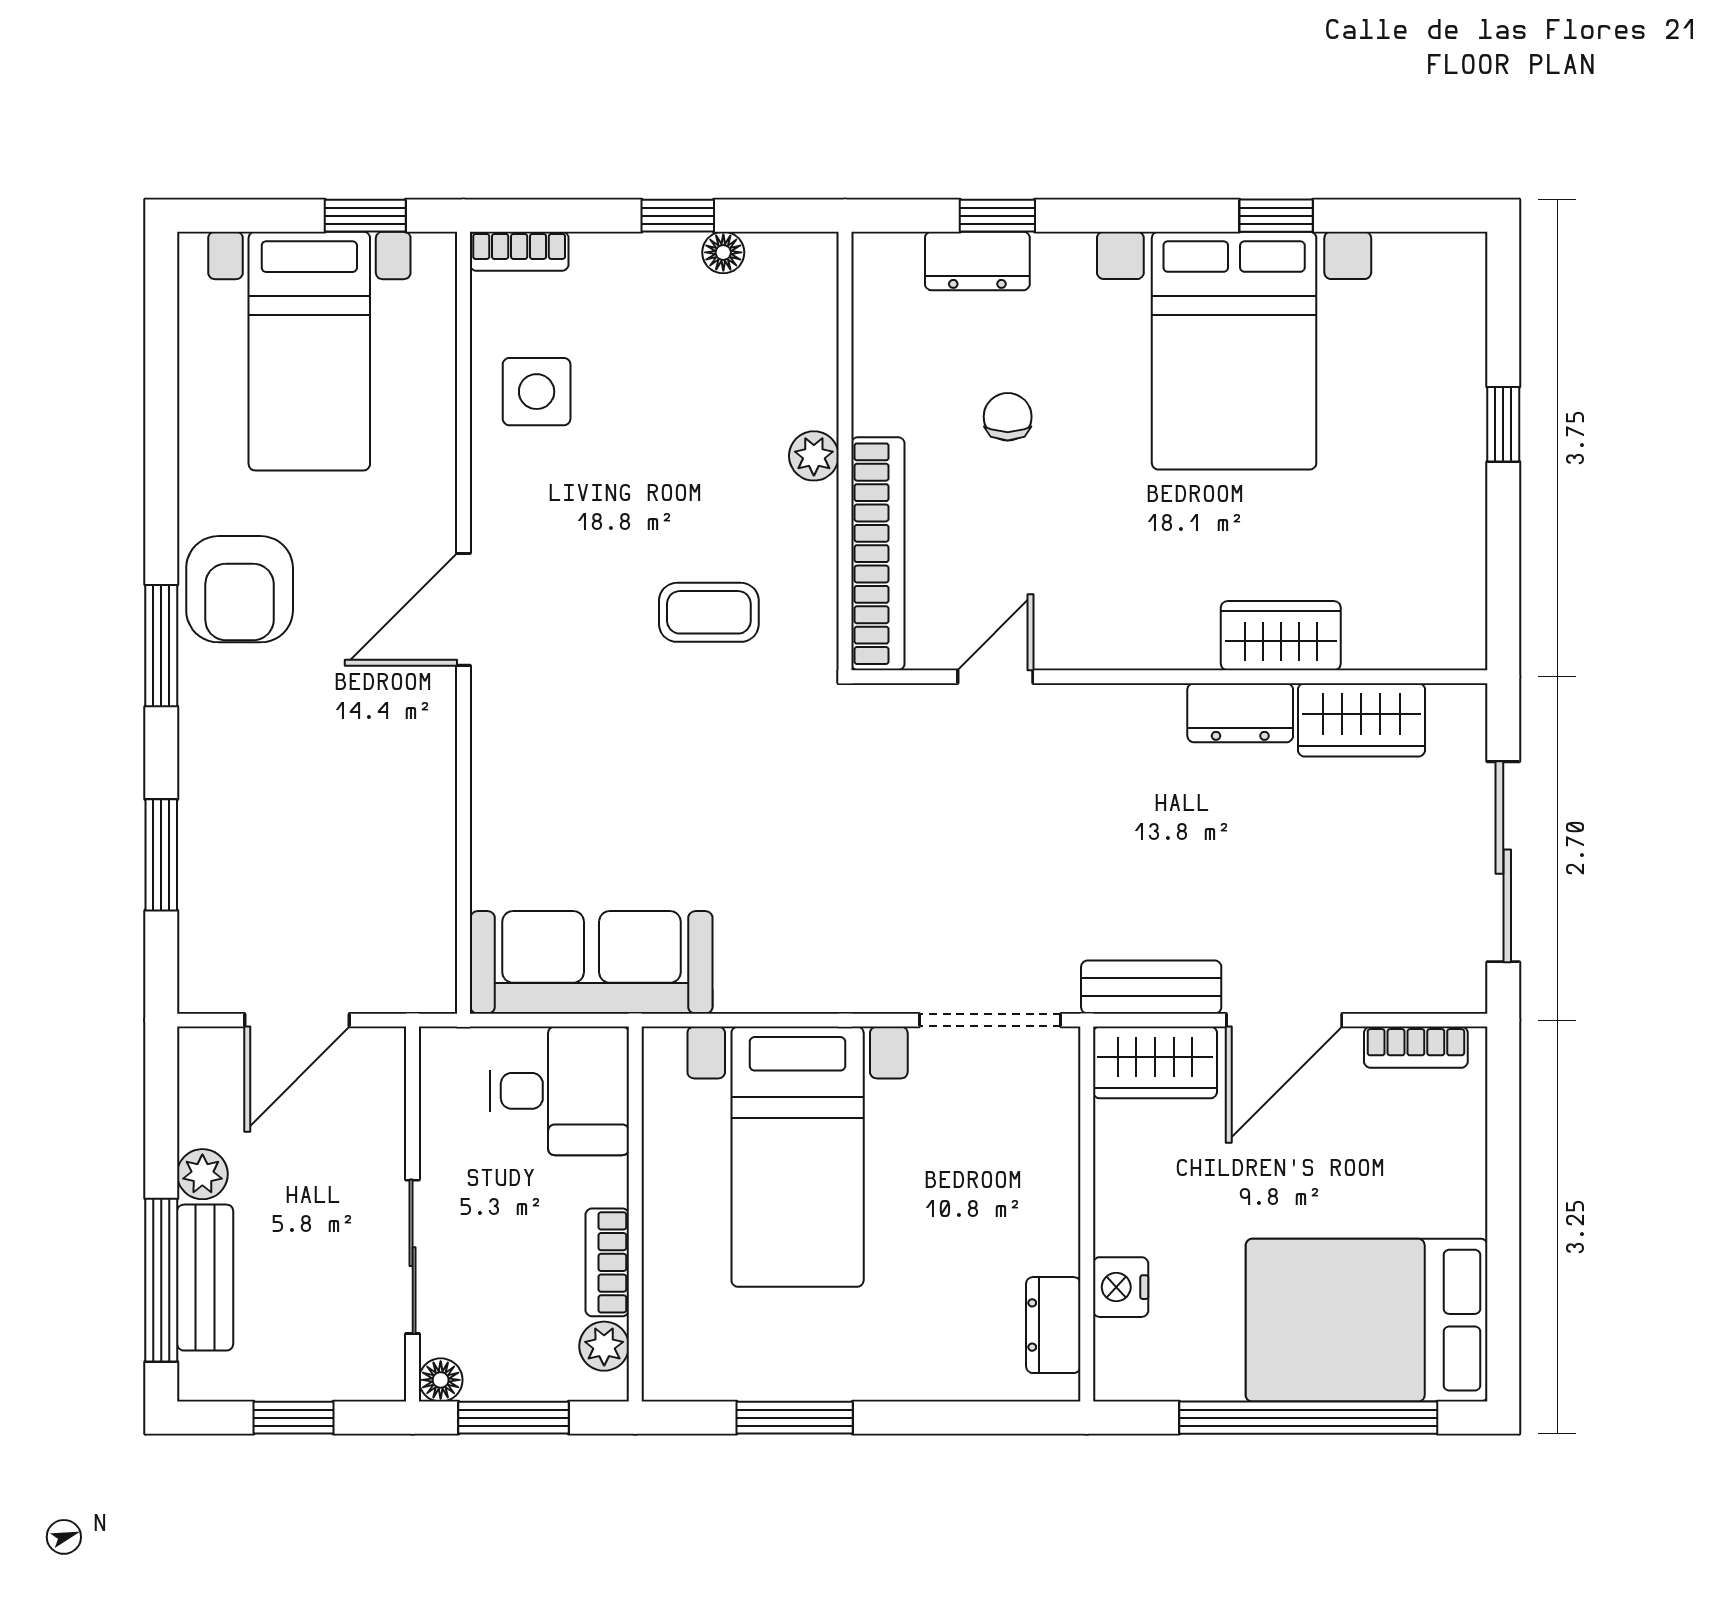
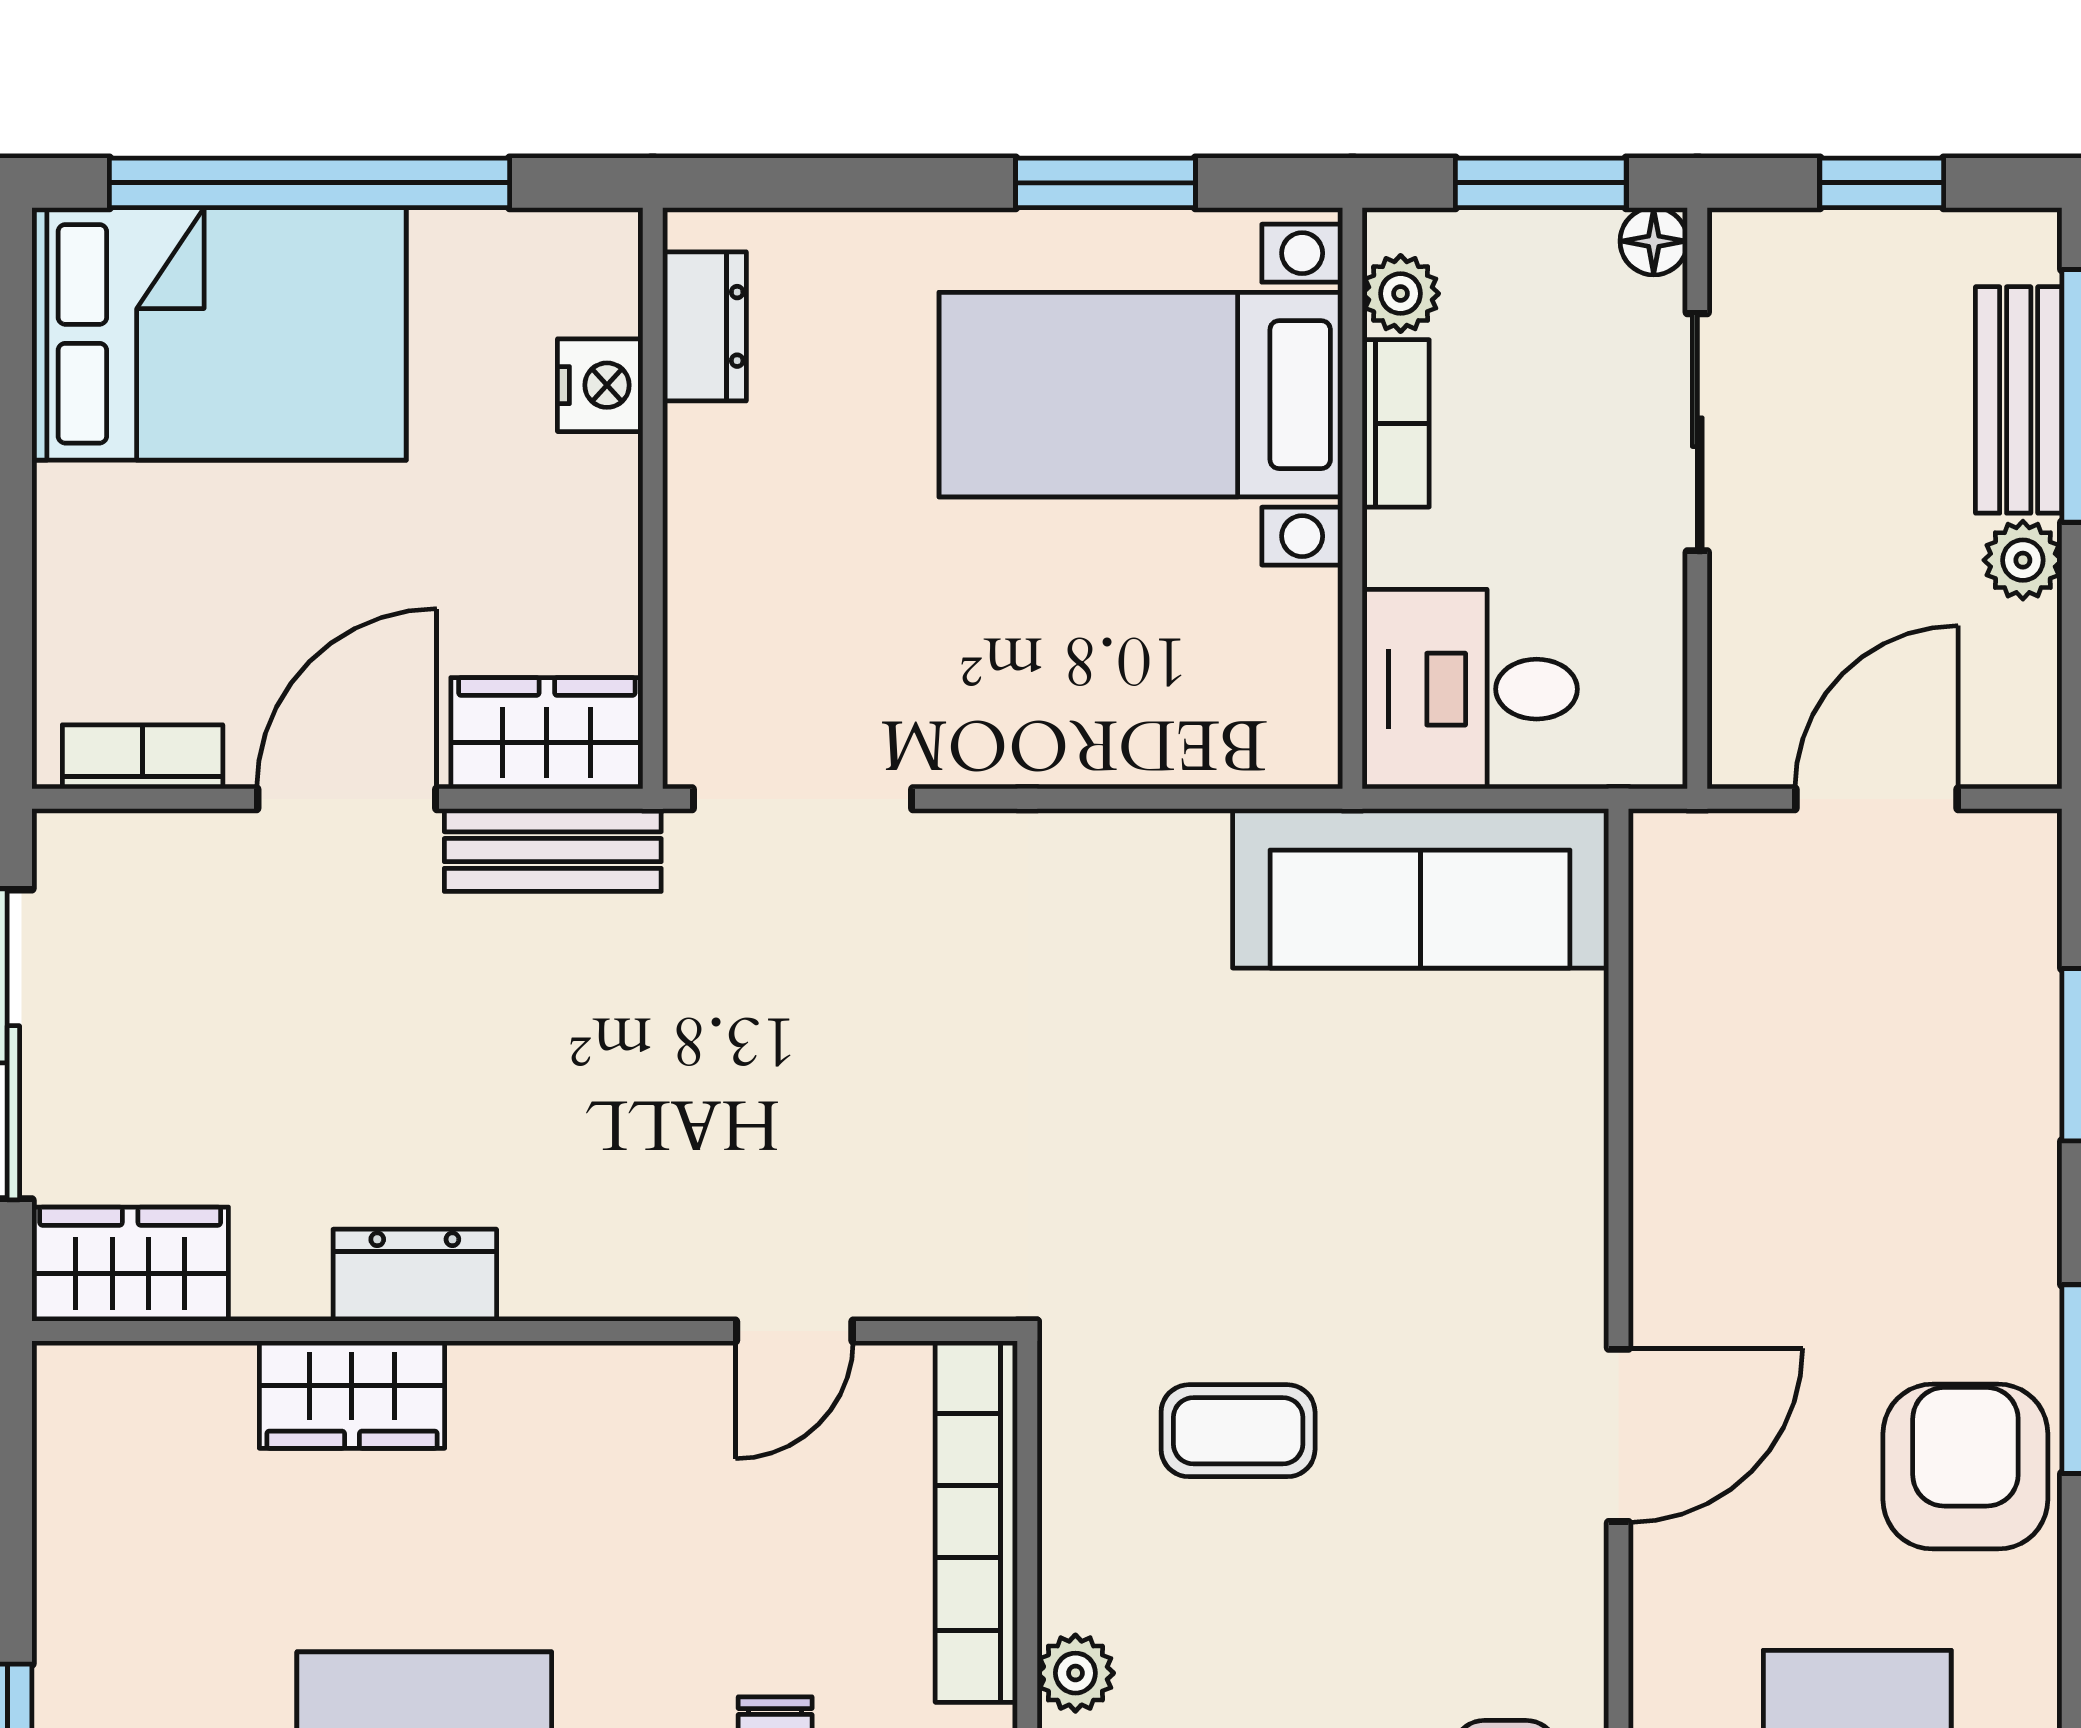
wardrobe: (1361, 720) -> (130, 1264), moved
bed with nightstands: (798, 1157) -> (1141, 395), moved, turned -90

